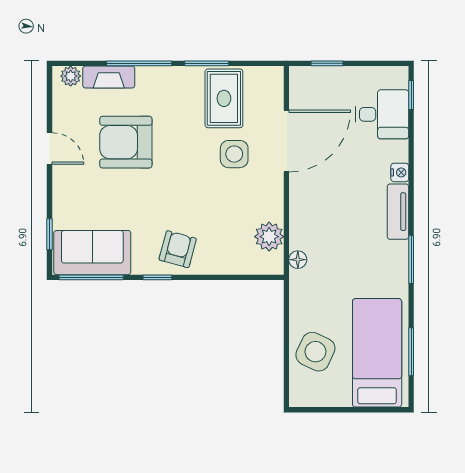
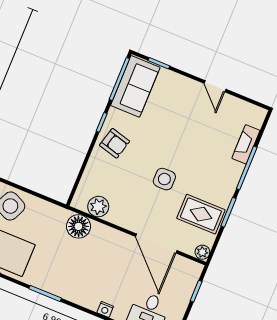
plant: (71, 76) -> (202, 252), moved
armchair: (126, 142) -> (199, 138), removed
door: (50, 148) -> (215, 86), hinge flipped
side table: (234, 154) -> (164, 179), moved
tv unit: (398, 212) -> (80, 298), removed
floor lamp: (298, 260) -> (78, 226), width x1.89, depth x1.89

